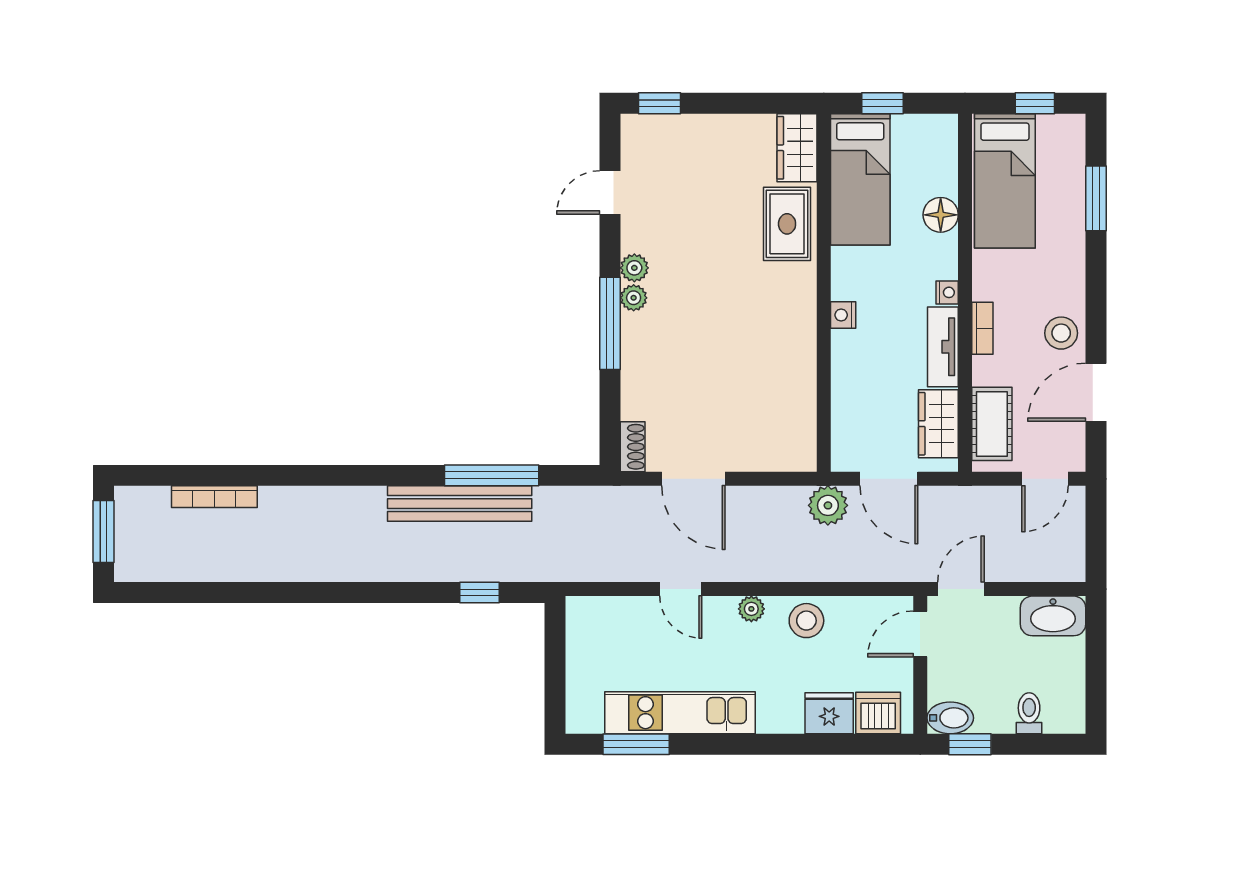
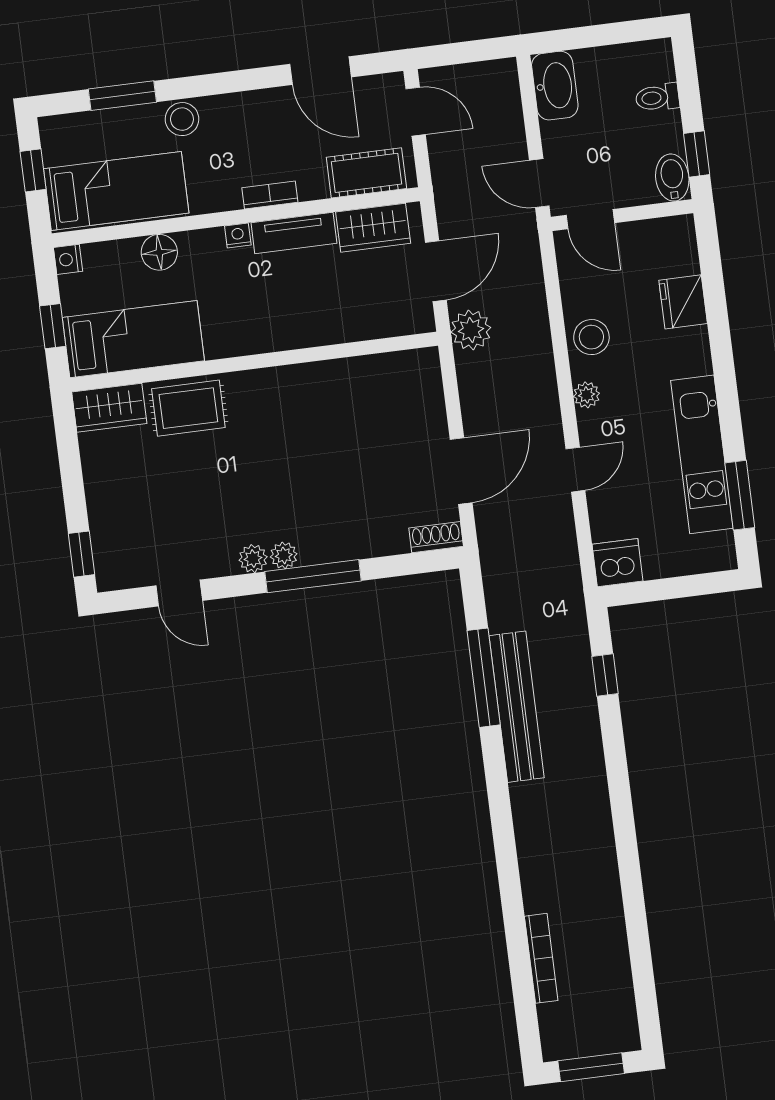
nightstand: (843, 315) -> (68, 259), moved, turned 90
stool: (1061, 333) -> (182, 119), moved
dishwasher: (878, 713) -> (617, 563), moved, turned 90

